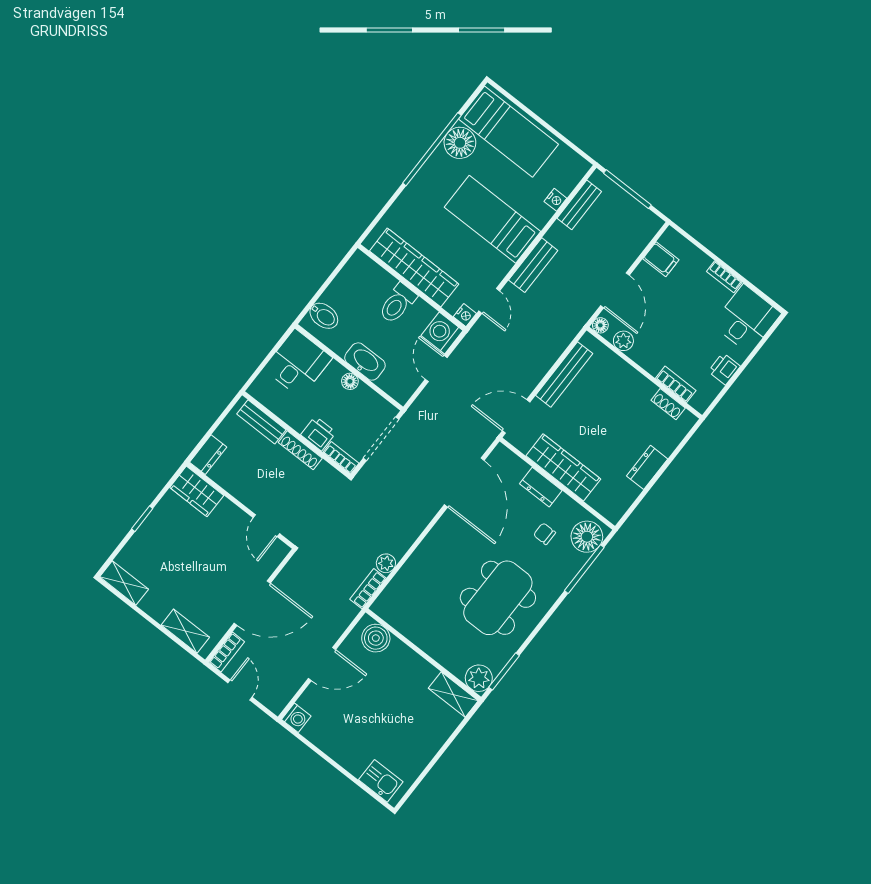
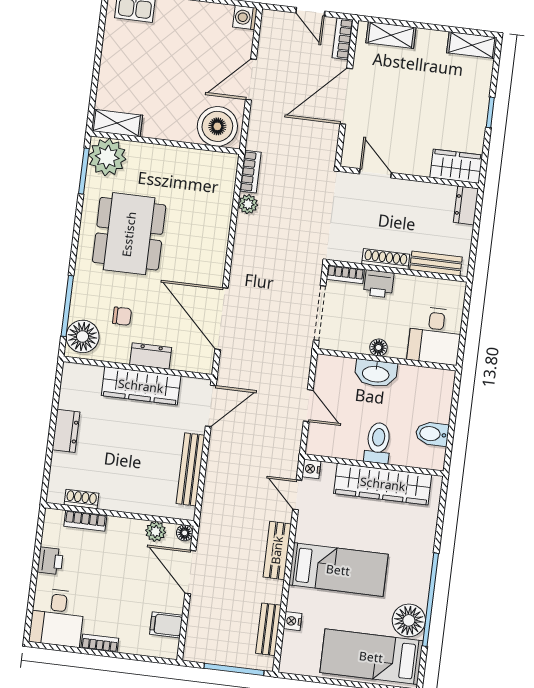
bidet: (324, 316) -> (432, 434), moved
washing machine: (442, 333) -> (322, 440), removed
boiler: (376, 638) -> (217, 126), width x1.37, depth x1.37
plant: (479, 678) -> (107, 157), width x1.36, depth x1.36

